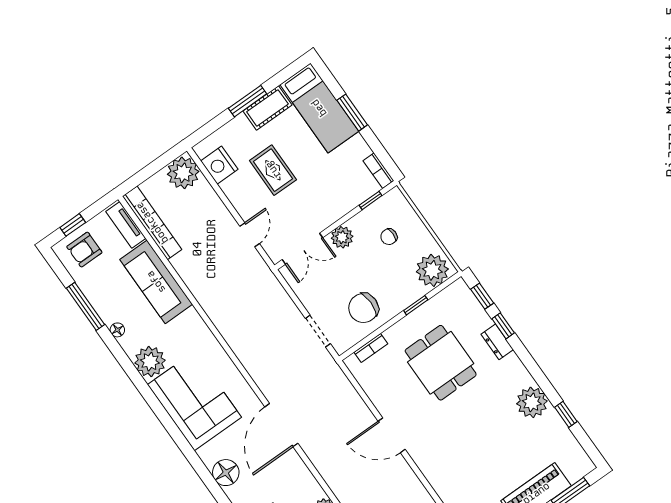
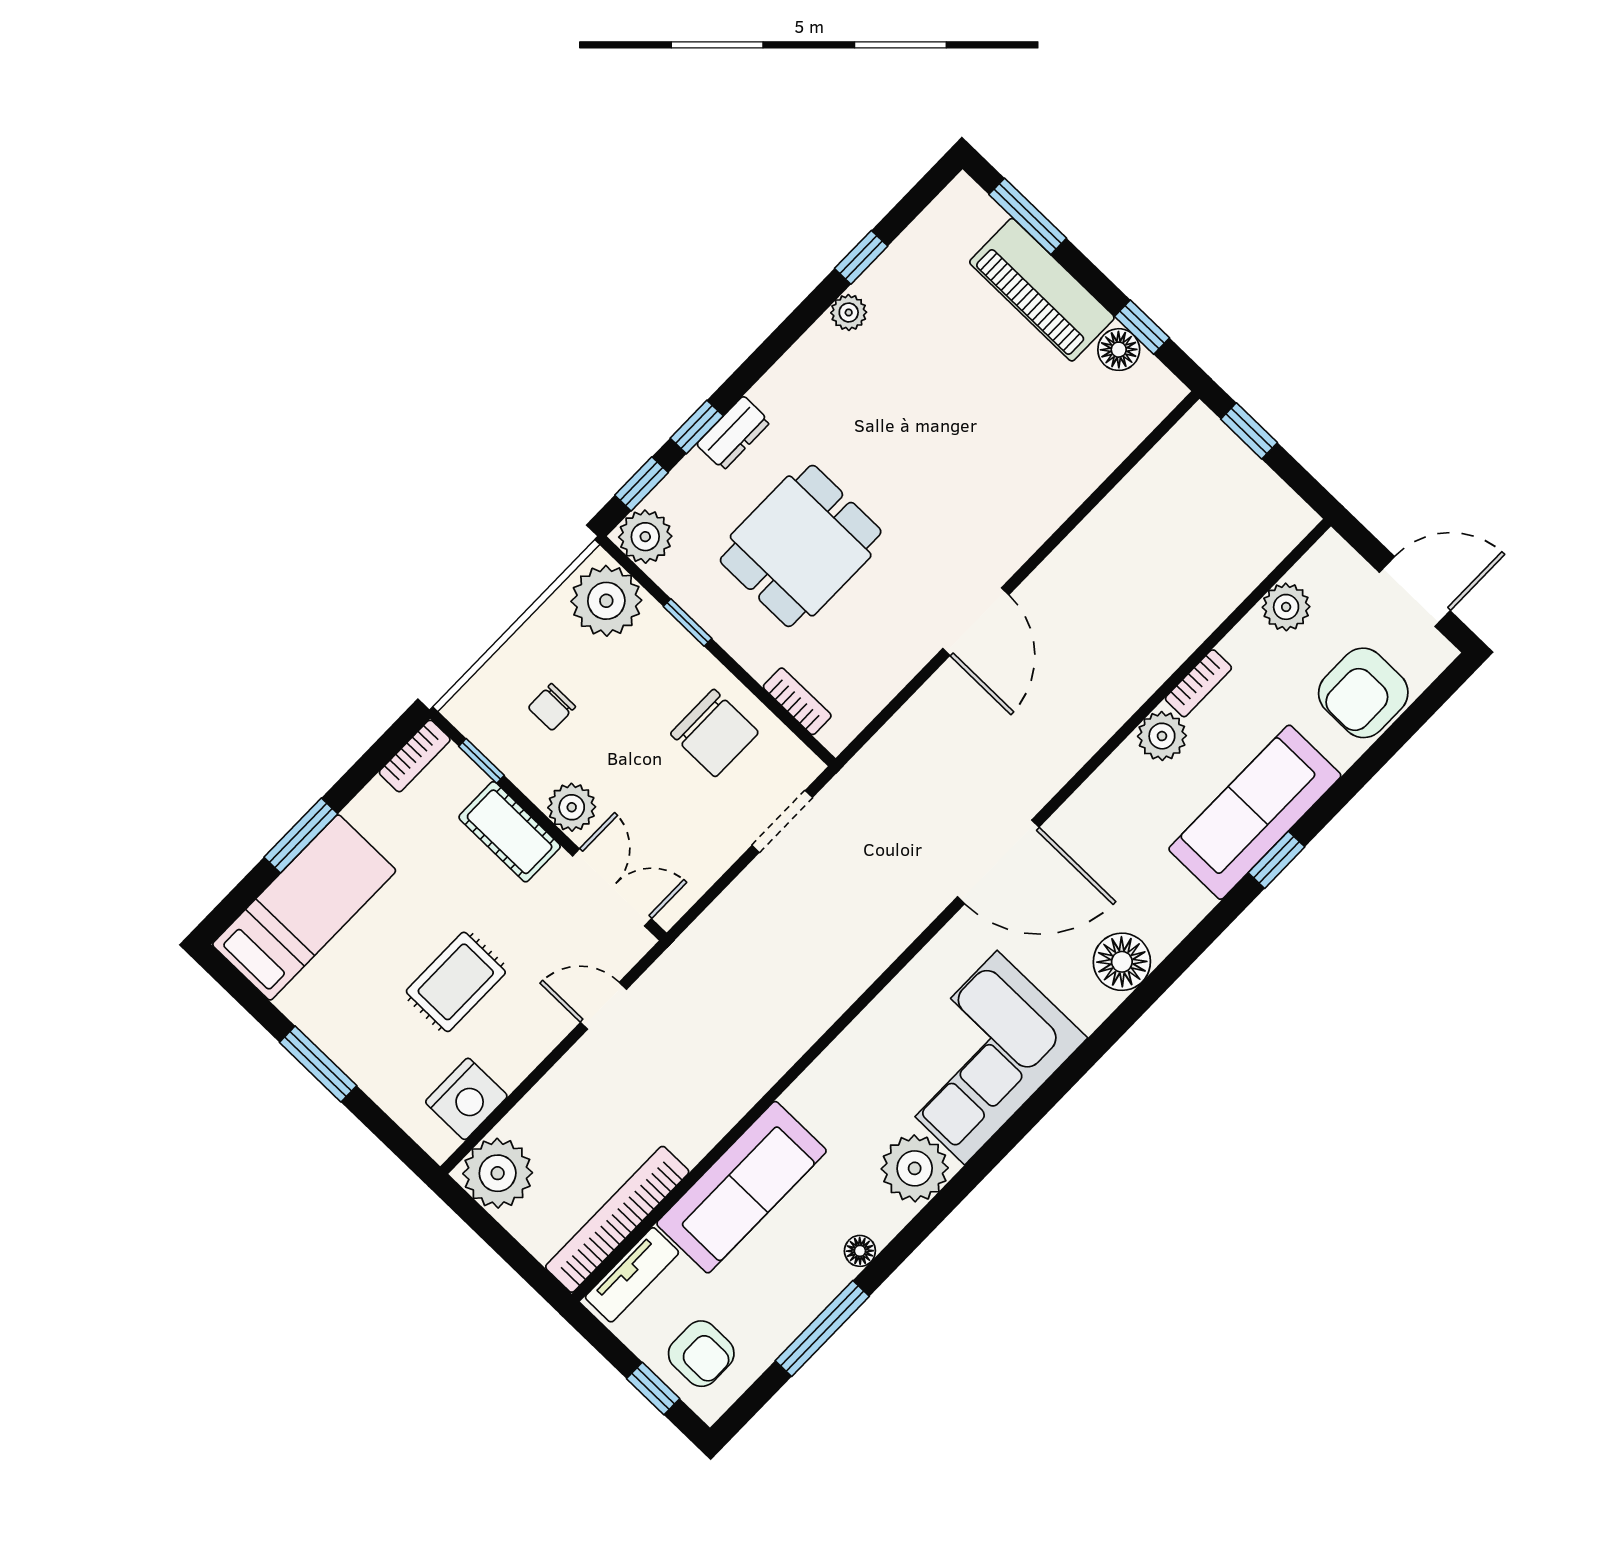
cot: (267, 108) -> (510, 832), moved
chair: (389, 237) -> (552, 707), turned 90
plant: (458, 293) -> (645, 537), added
plant: (532, 402) -> (849, 312), width x0.53, depth x0.53

